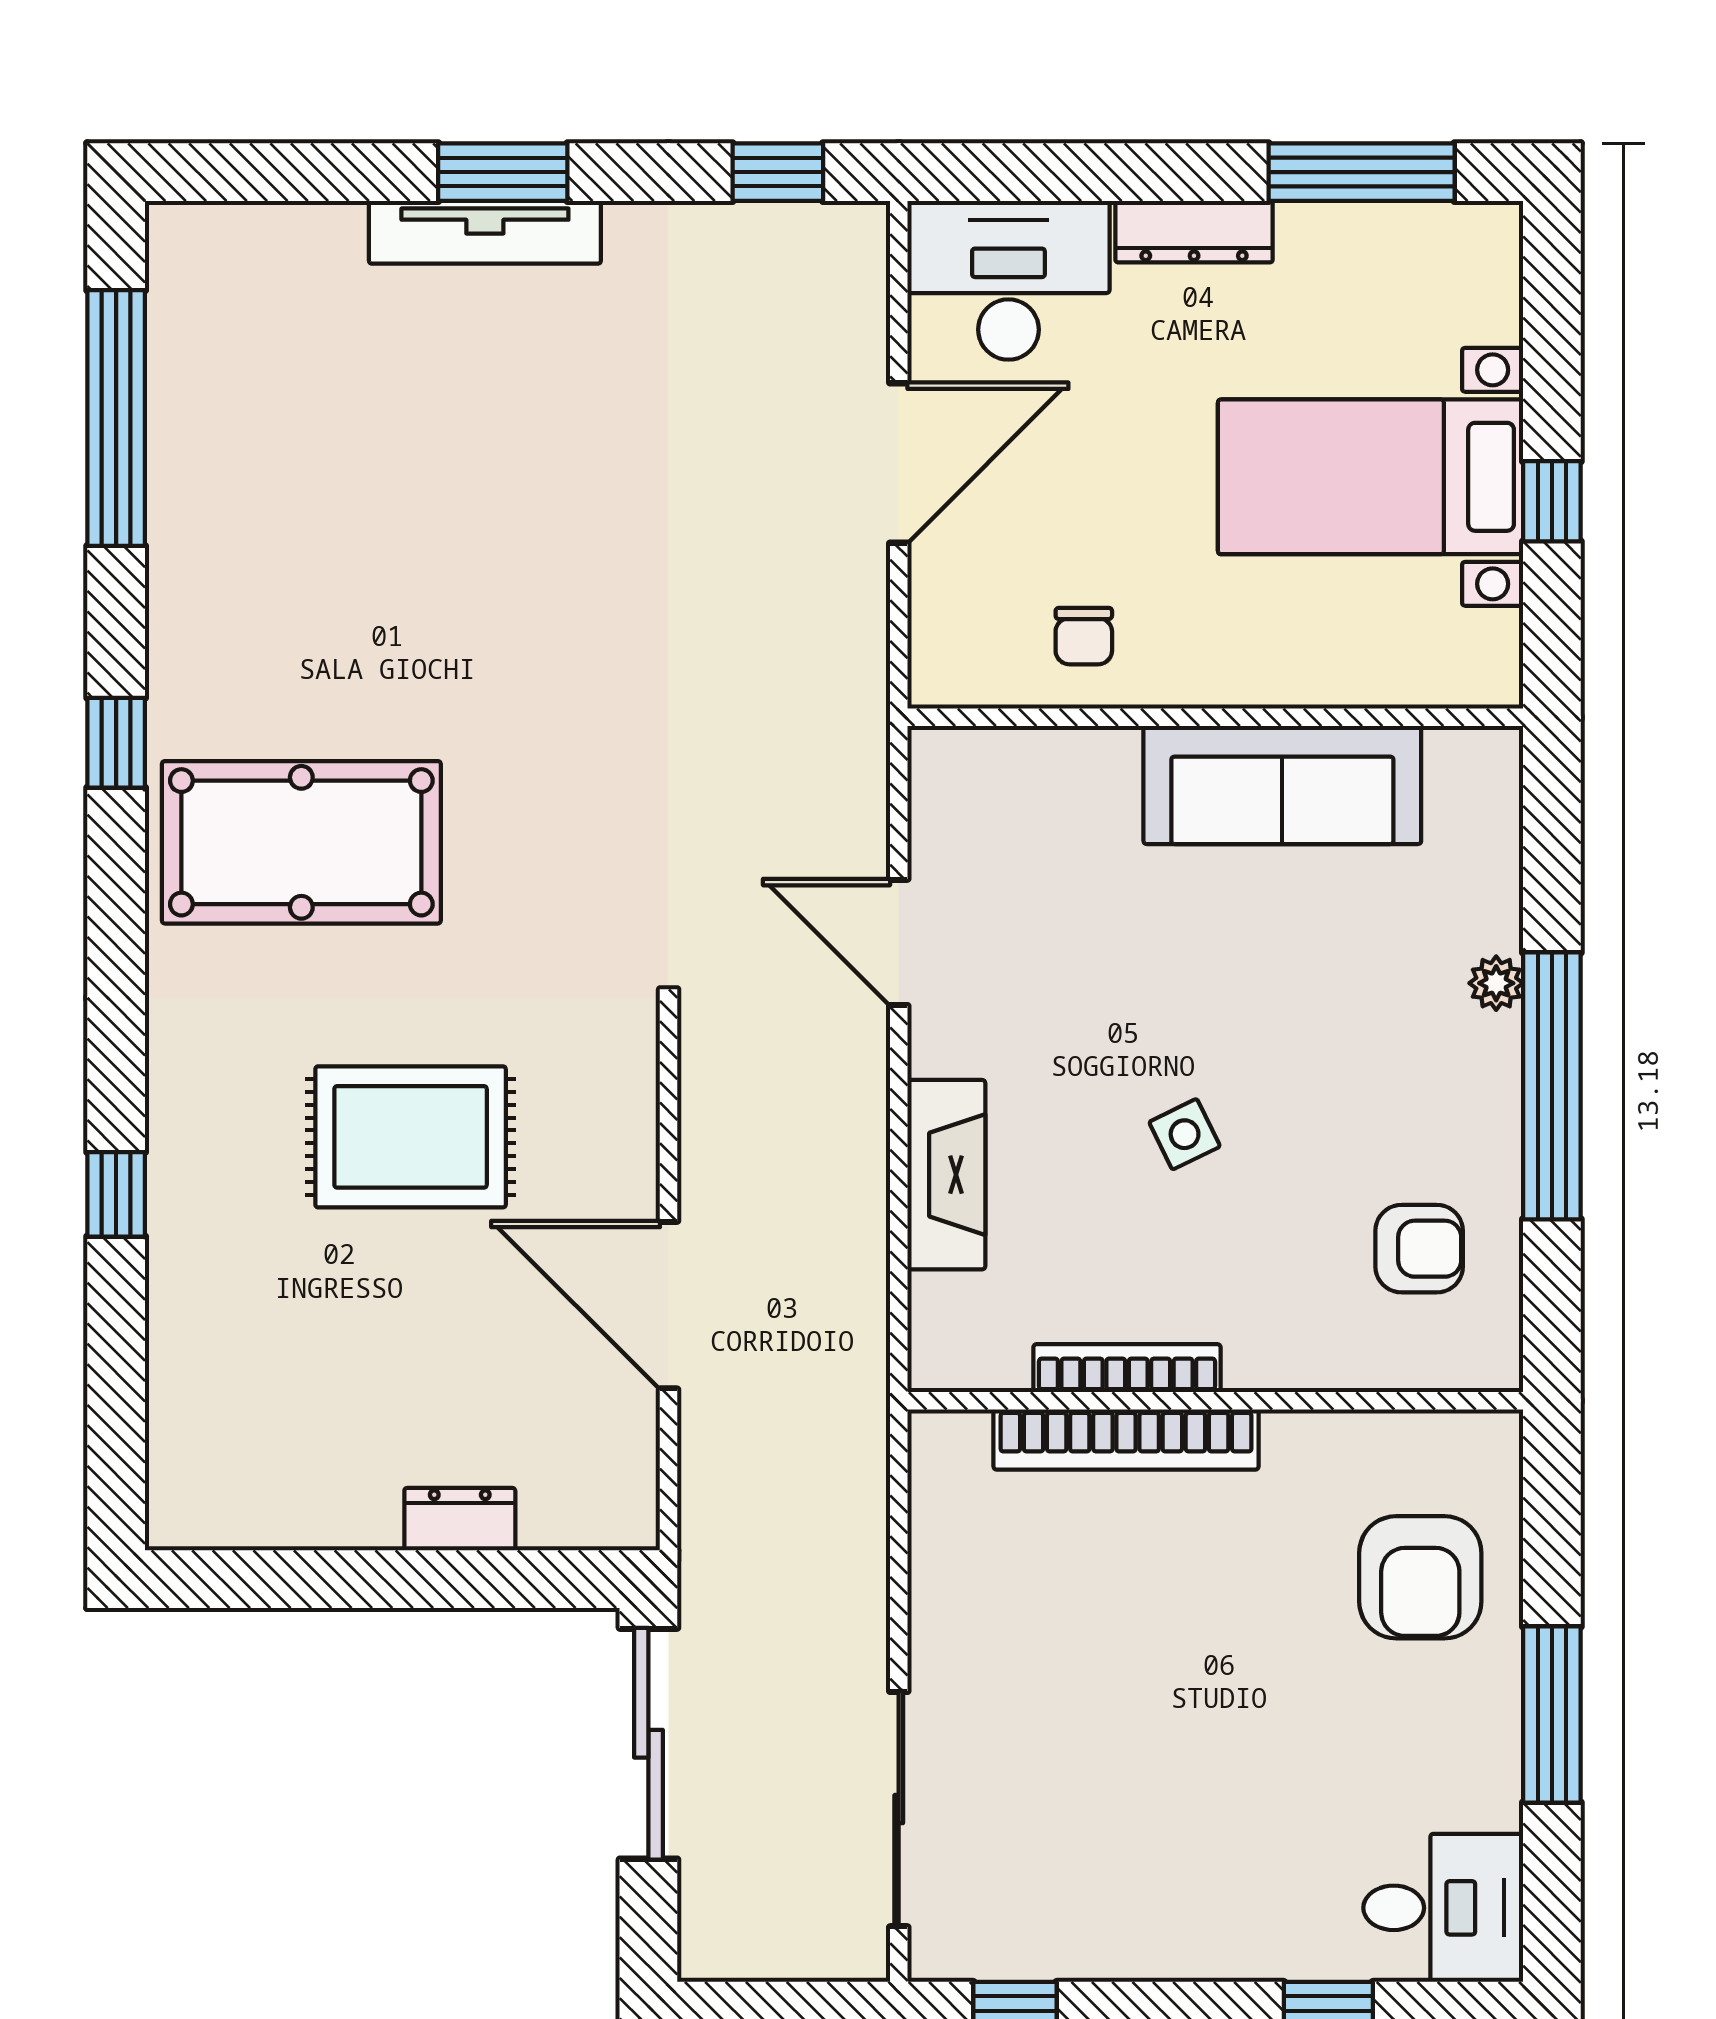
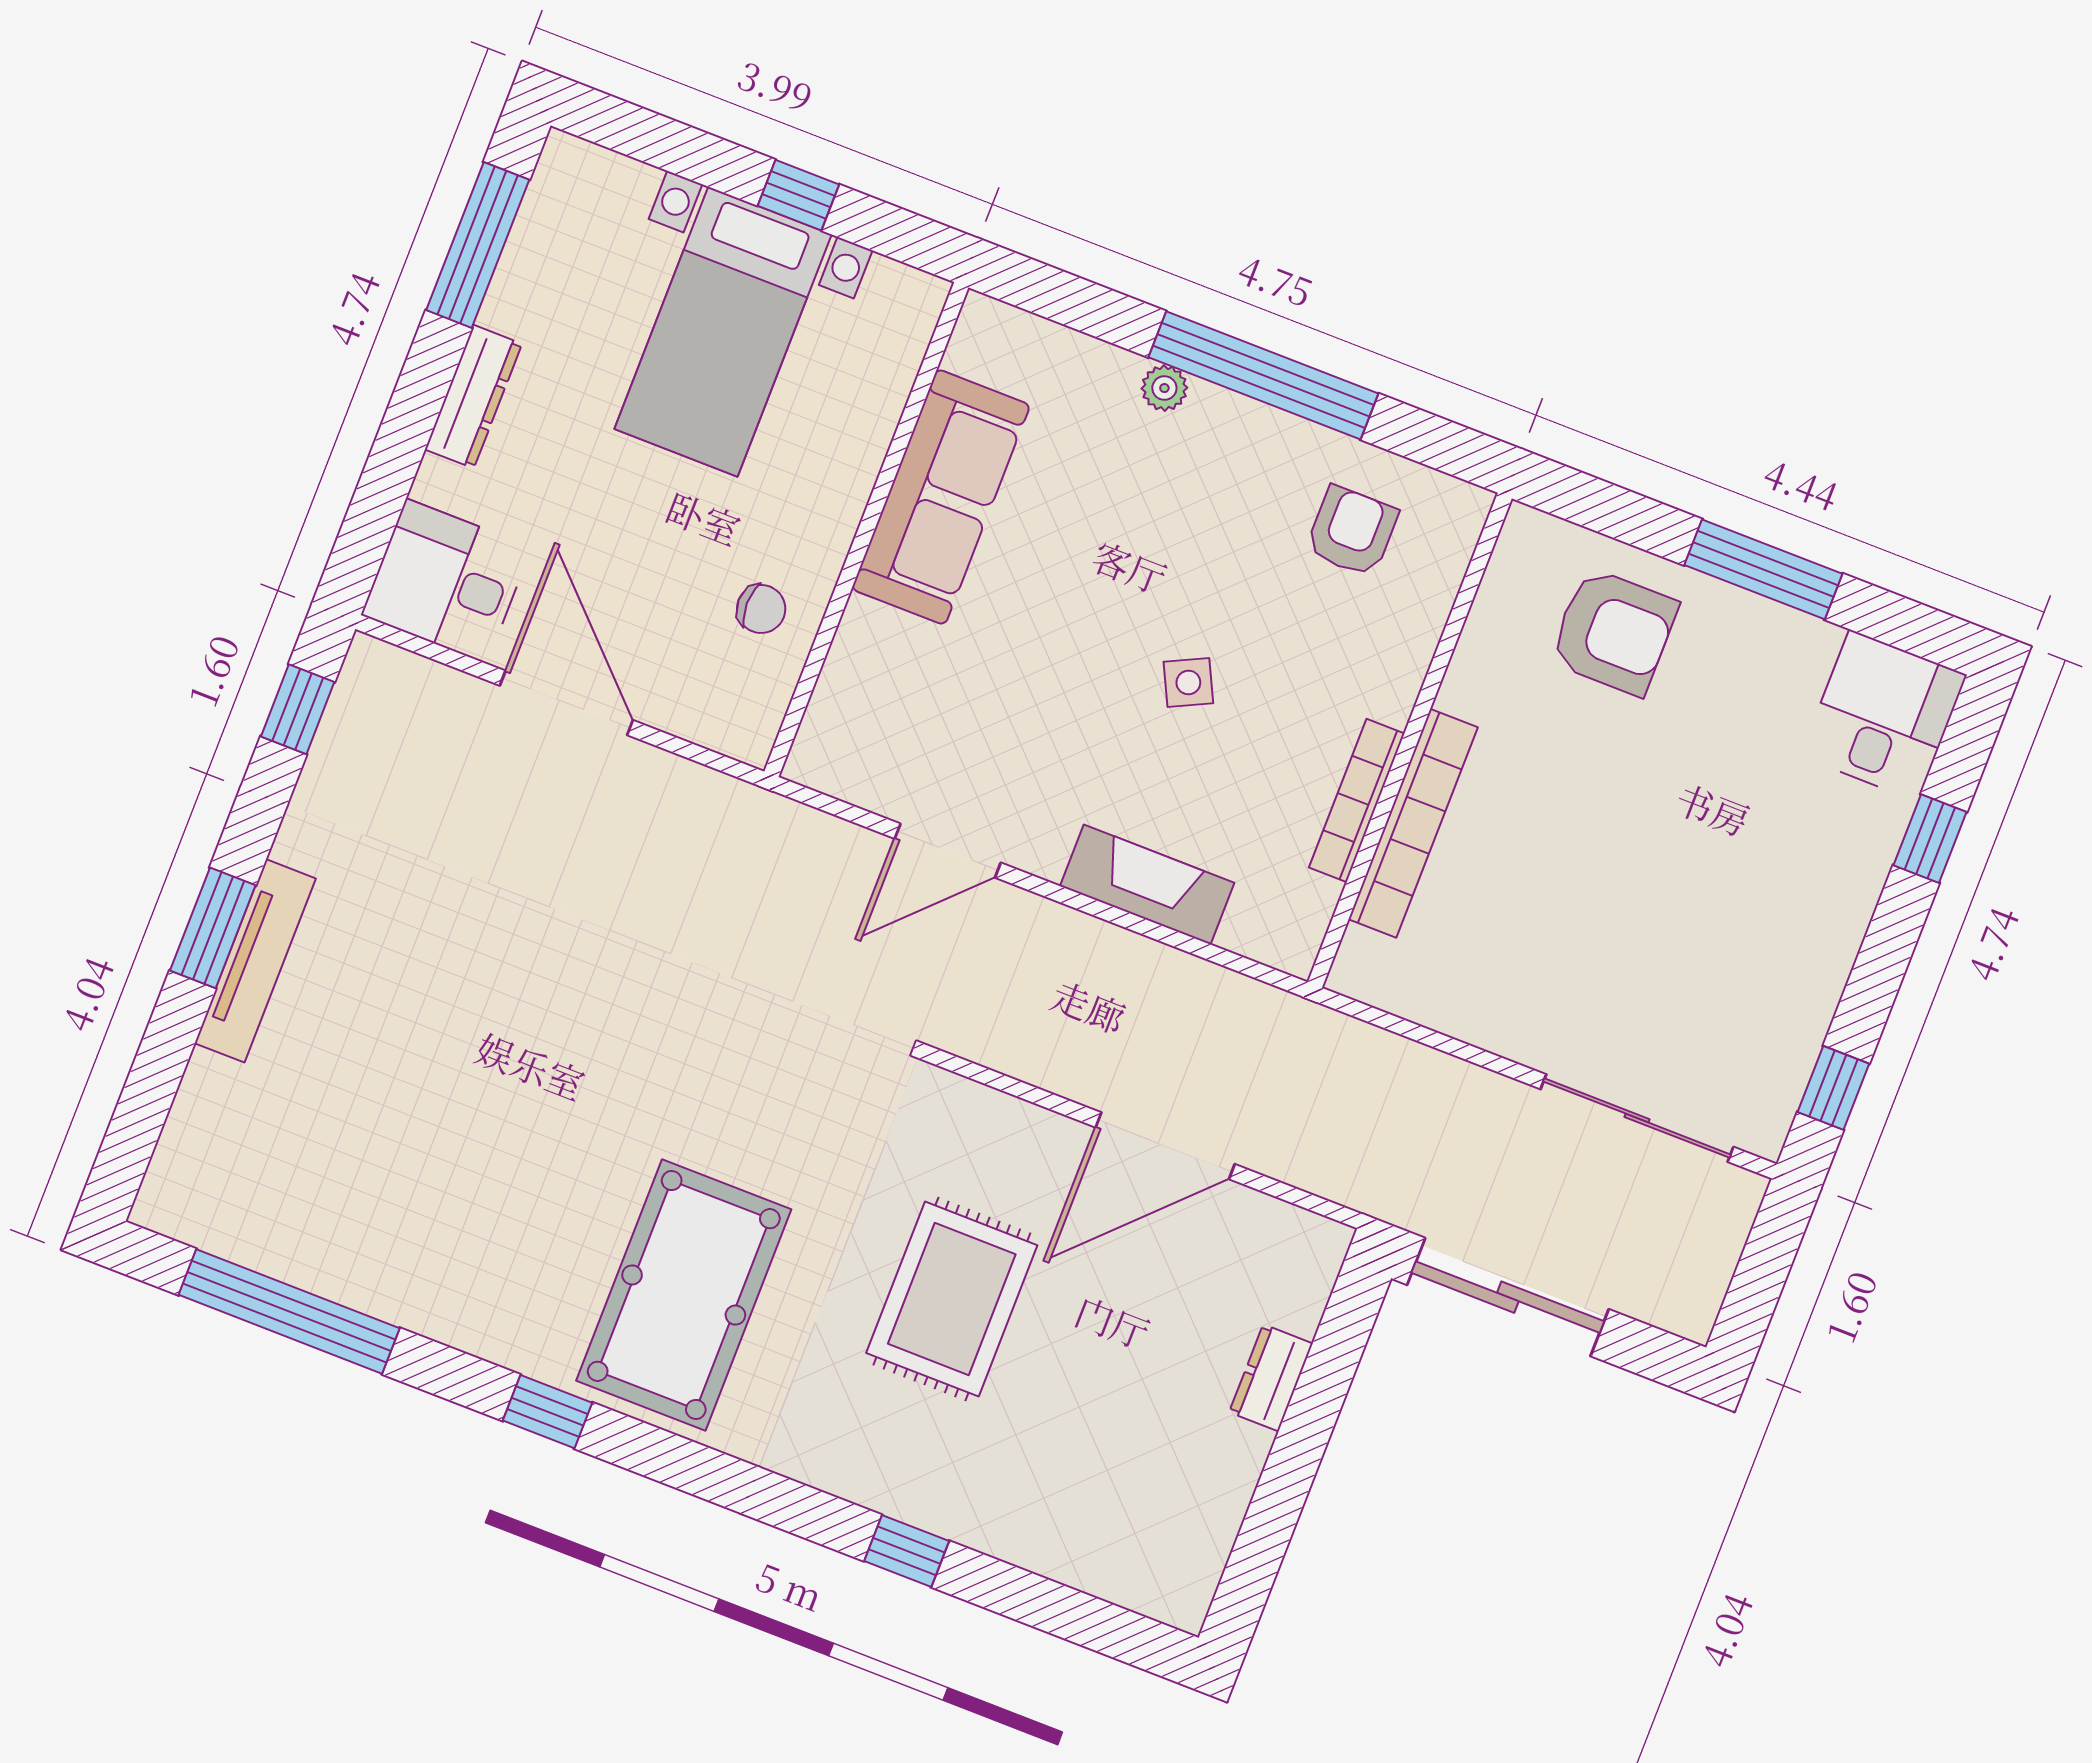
desk: (1008, 280) -> (446, 581), width x0.73

